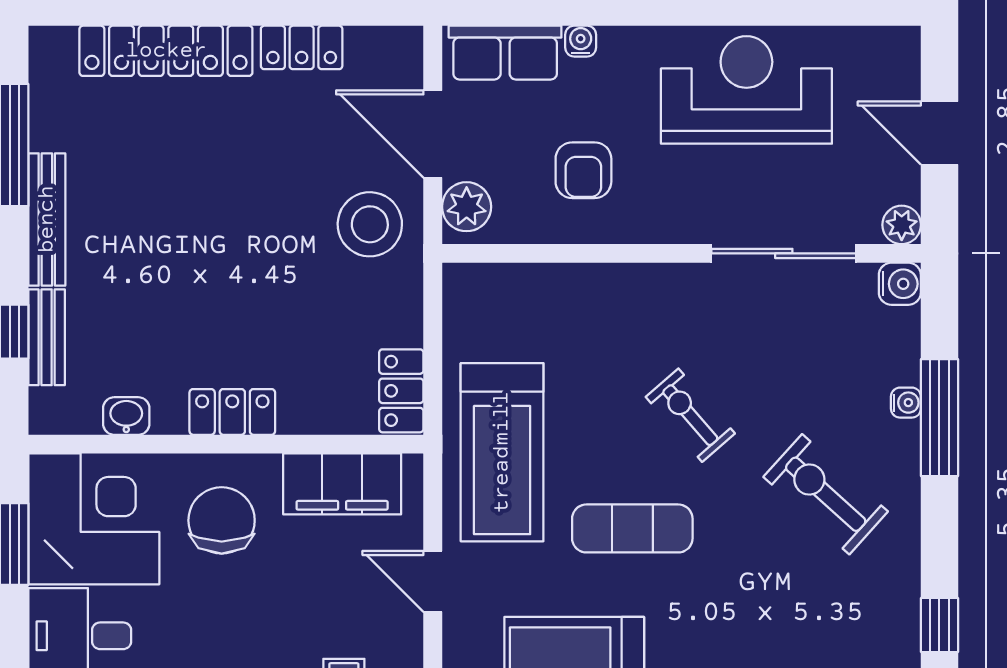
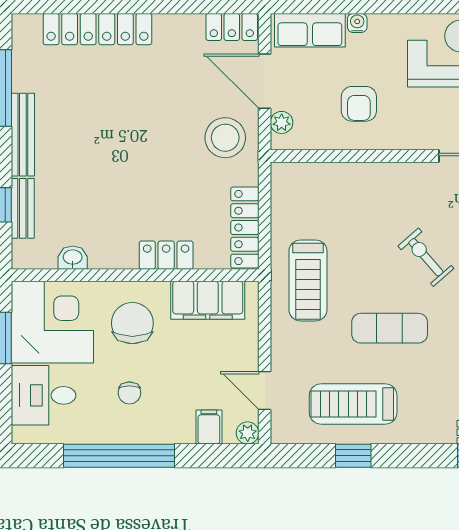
locker: (302, 47) -> (232, 27), moved
plant: (467, 207) -> (282, 122), width x0.73, depth x0.73
locker: (401, 391) -> (245, 227), width x1.53
locker: (232, 412) -> (166, 255), moved
treadmill: (502, 452) -> (308, 280), width x0.73, depth x0.73
door: (433, 581) -> (265, 391), moved
chair: (217, 632) -> (129, 393), added

